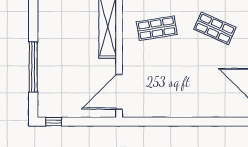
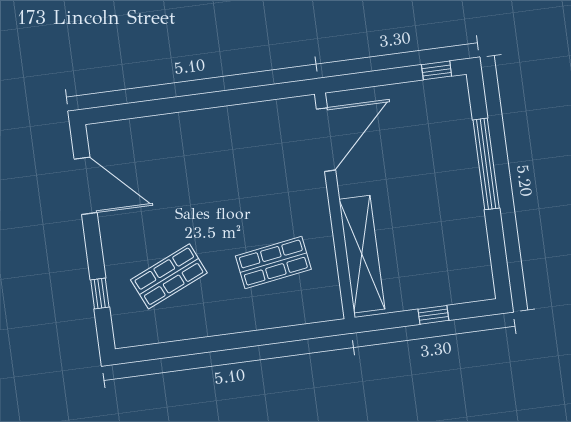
shop shelf: (215, 28) -> (169, 276), turned -48

